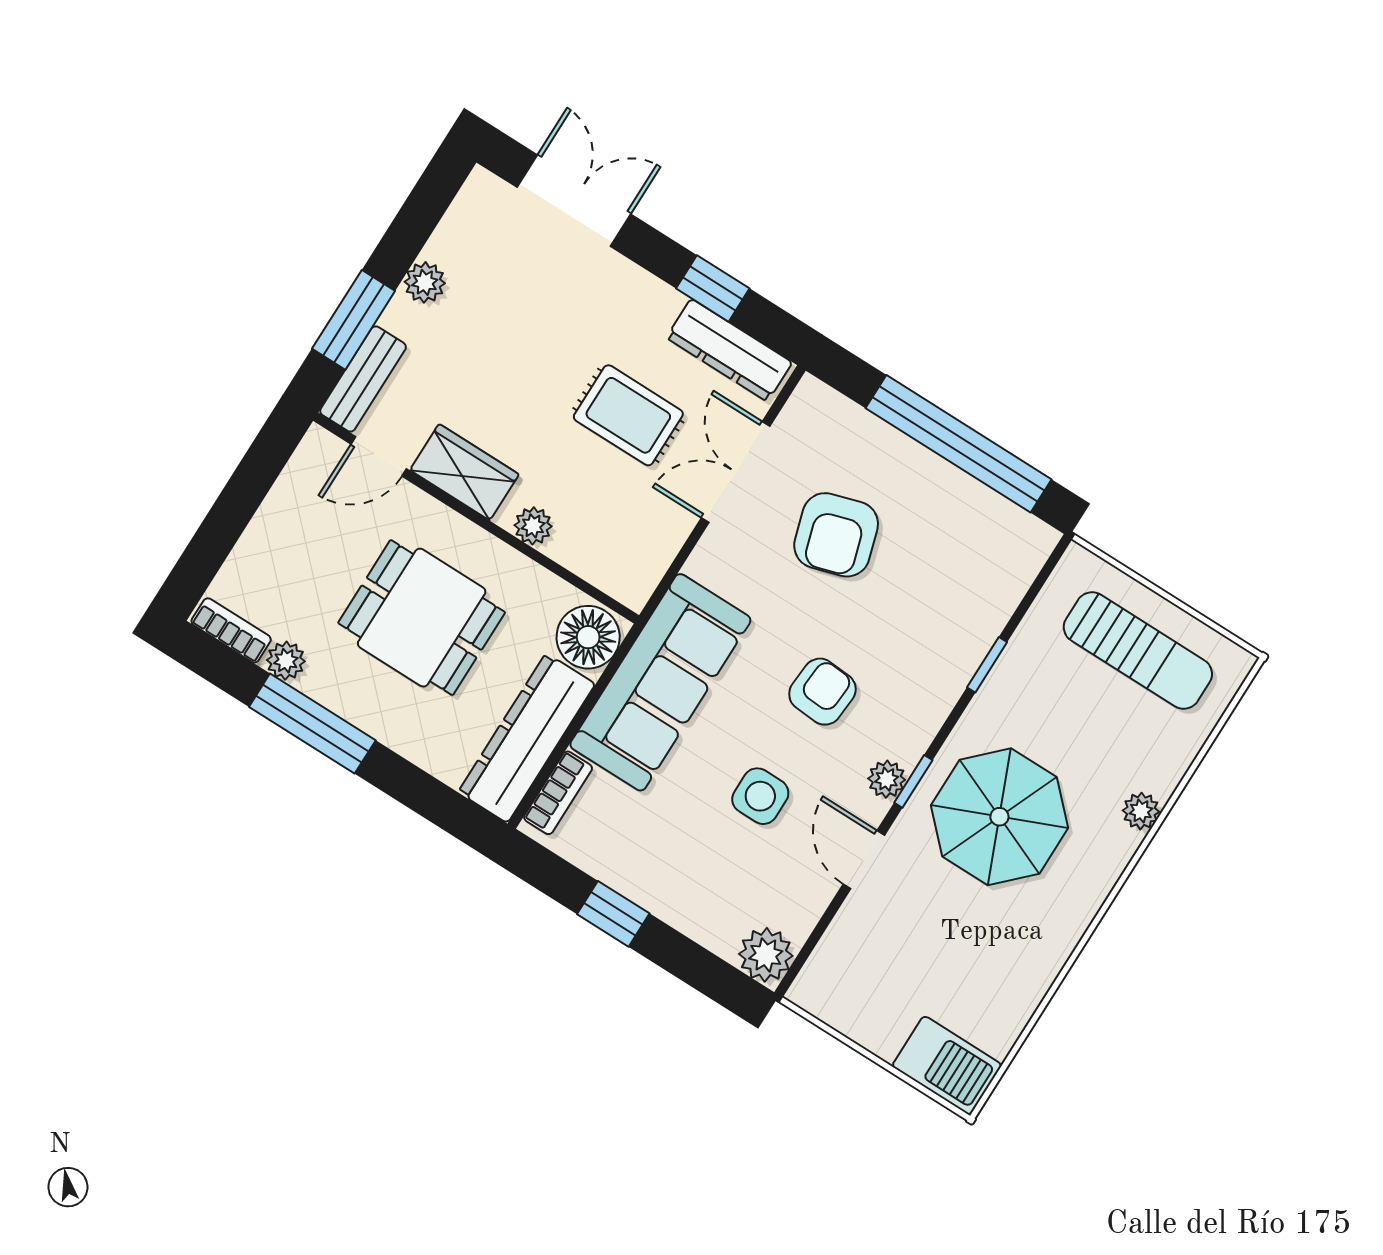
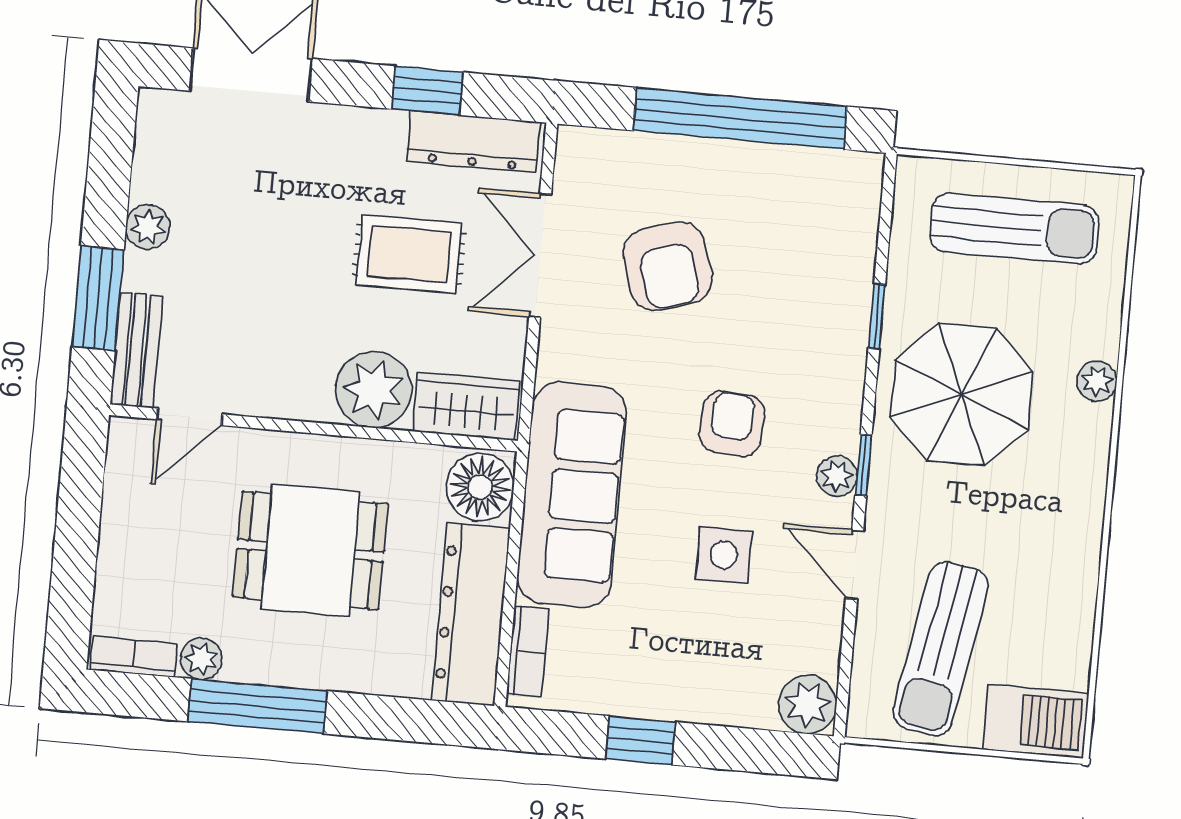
wardrobe: (464, 472) -> (466, 406), moved
plant: (533, 526) -> (374, 390), width x1.88, depth x1.88
parasol: (999, 817) -> (961, 394), moved
sun lounger: (899, 965) -> (941, 649), added

